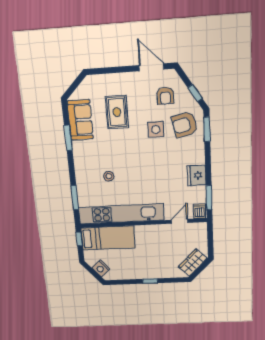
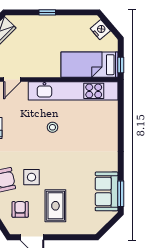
rug: (117, 112) -> (55, 206), moved
window: (68, 138) -> (121, 194), moved
stool: (109, 176) -> (52, 127), moved
window: (75, 198) -> (121, 111), removed

